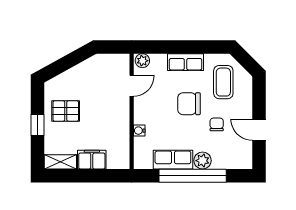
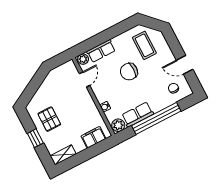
row of seats: (186, 62) -> (101, 51), moved
pallet: (66, 111) -> (49, 119), turned 90
chair: (217, 124) -> (174, 88), moved
filing cabinet: (92, 160) -> (93, 137), moved
plant: (203, 161) -> (118, 125), moved

